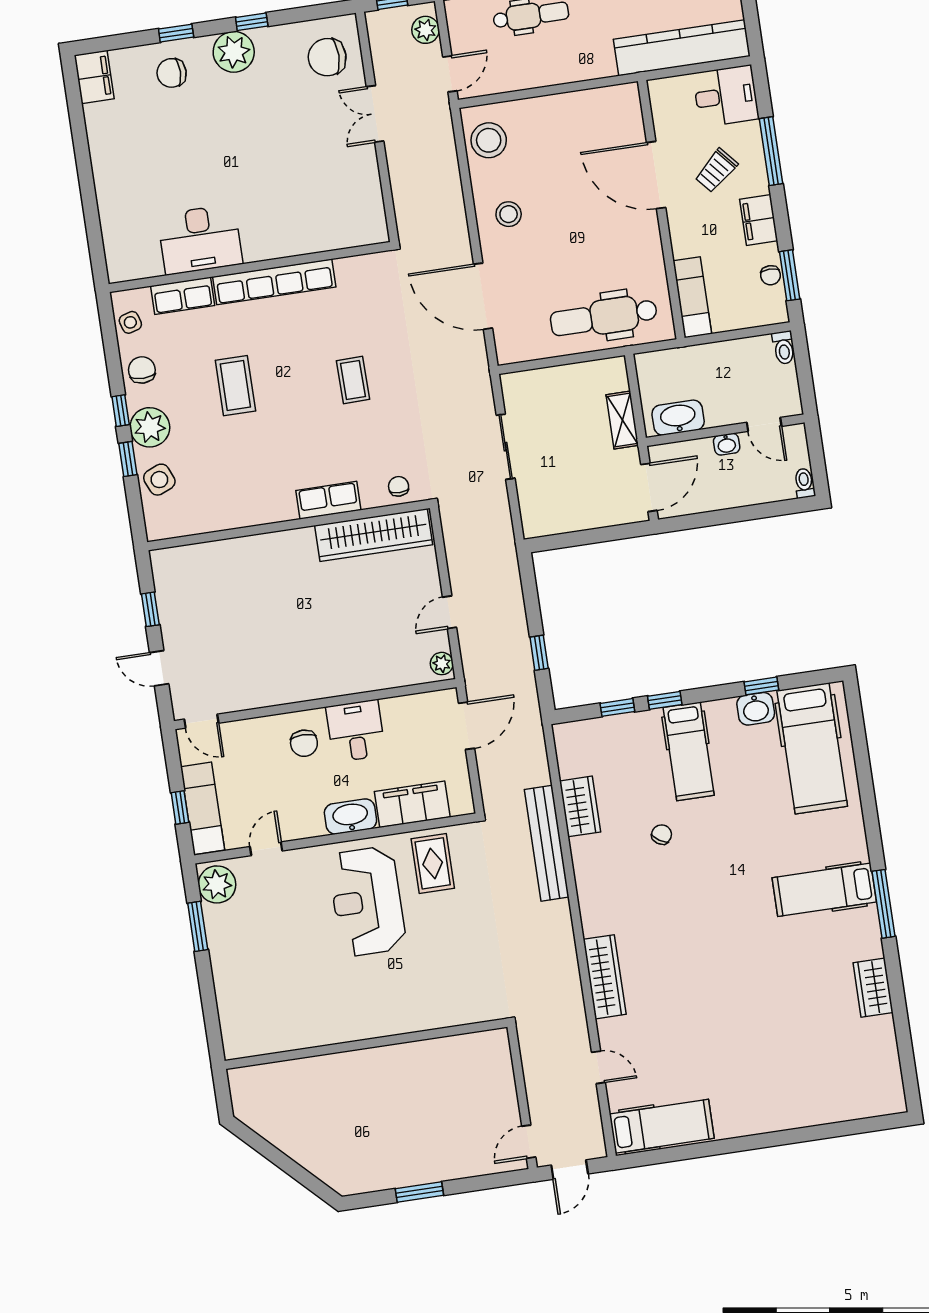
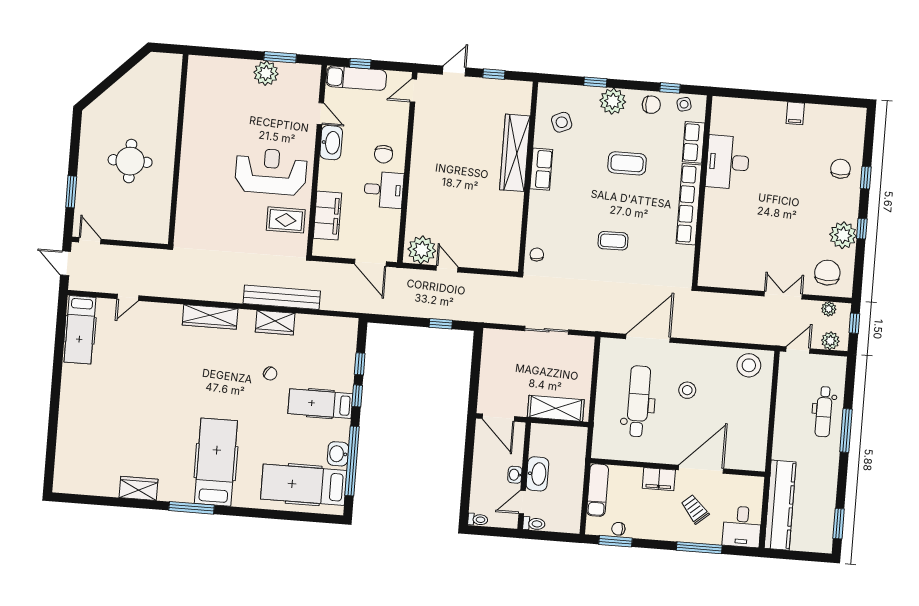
plant: (380, 43) -> (829, 309), added
plant: (234, 52) -> (843, 235), moved
door: (450, 74) -> (798, 350), swing flipped
filing cabinet: (94, 77) -> (795, 113), moved, width x0.50
stool: (509, 214) -> (687, 390), moved
filing cabinet: (759, 220) -> (659, 479), moved, turned 180
exam couch: (692, 297) -> (598, 490), moved, turned -90
dental chair: (604, 317) -> (638, 401), moved
toilet: (784, 348) -> (534, 524), moved, turned 180
window: (121, 411) -> (670, 88), moved
washbasin: (678, 418) -> (537, 474), moved
shelving: (622, 420) -> (556, 408), width x1.50, depth x1.33
side table: (159, 480) -> (562, 122), moved
chair: (399, 486) -> (537, 254), turned -96
row of seats: (328, 500) -> (541, 169), moved
wardrobe: (374, 535) -> (515, 153), moved
window: (539, 653) -> (441, 324), moved
plant: (442, 664) -> (422, 250), width x1.87, depth x1.87
window: (761, 686) -> (352, 461), width x3.17
chair: (304, 743) -> (384, 154), turned -90
wardrobe: (580, 806) -> (275, 323), moved
washbasin: (350, 817) -> (331, 143), moved
plant: (217, 884) -> (266, 73), moved
hospital bed: (824, 890) -> (216, 462), width x1.37, depth x1.29
wardrobe: (605, 977) -> (210, 317), moved
round table: (399, 1110) -> (130, 161), added
window: (419, 1192) -> (71, 192), moved

